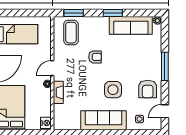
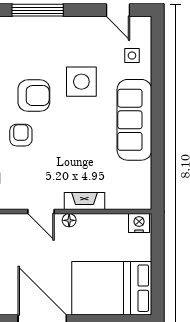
armchair: (148, 89) -> (34, 96), moved
side table: (113, 90) -> (81, 82), moved

